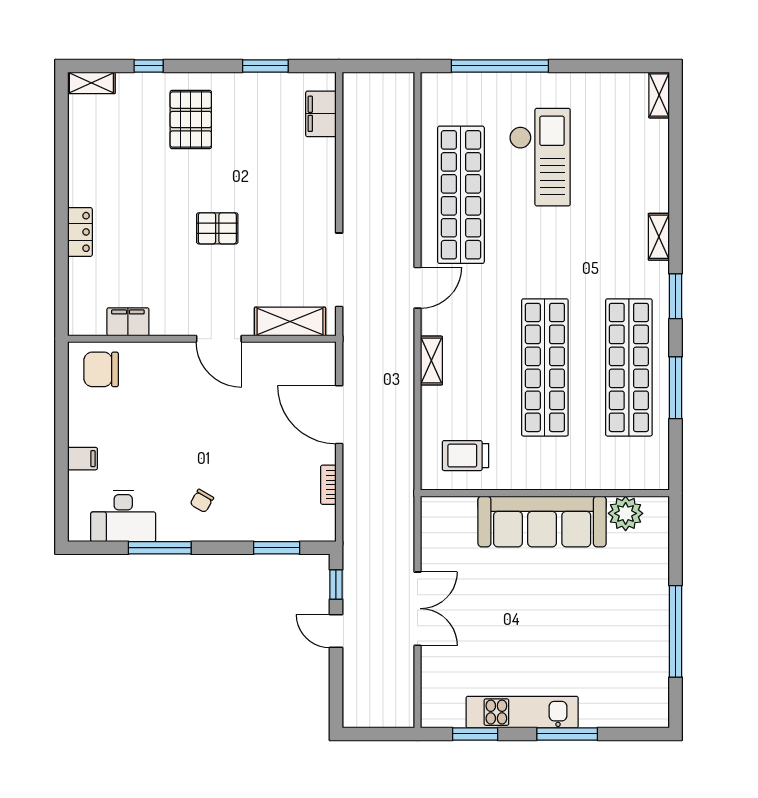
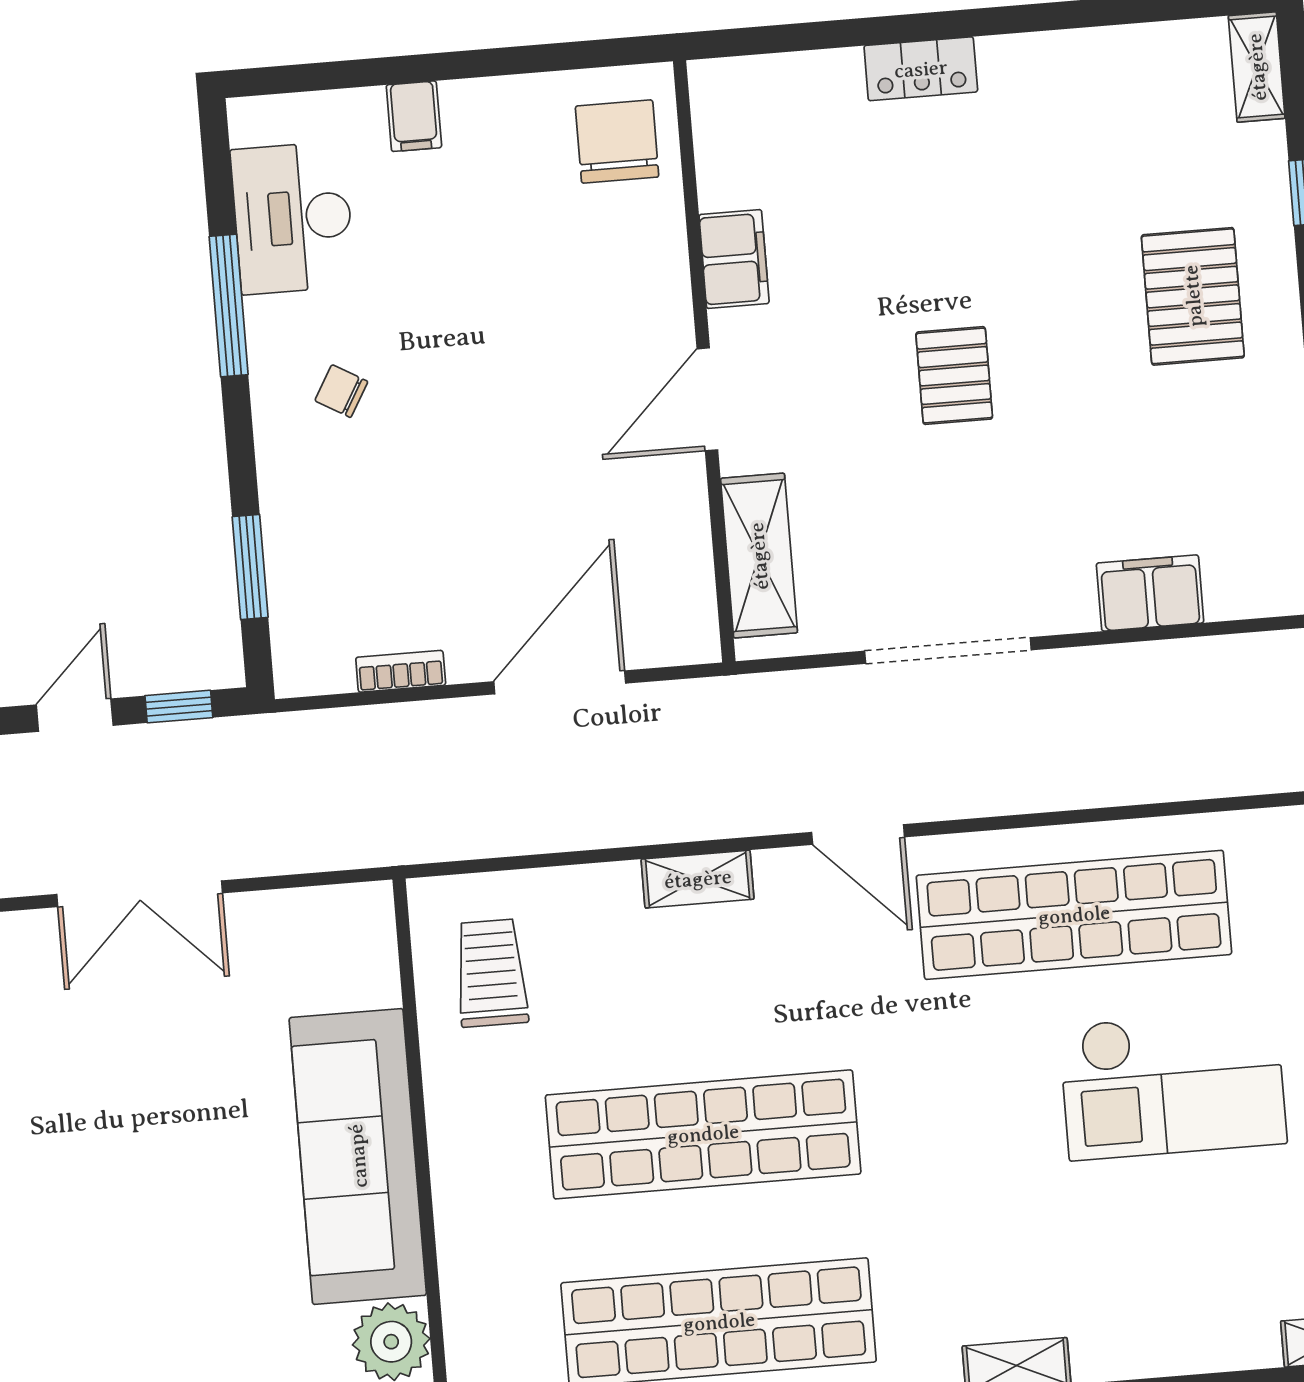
filing cabinet: (321, 114) -> (1150, 593), moved
pallet: (191, 120) -> (1193, 296), turned 90
doorway: (339, 270) -> (948, 651), moved
filing cabinet: (128, 322) -> (734, 259), moved

